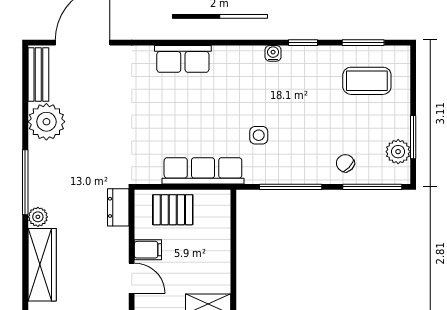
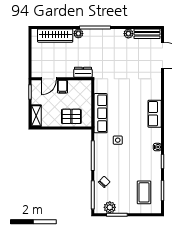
row of seats: (183, 59) -> (155, 114), moved
plant: (46, 122) -> (128, 34), width x0.53, depth x0.53
pallet: (173, 210) -> (71, 116), moved, turned 90

